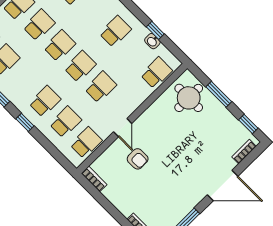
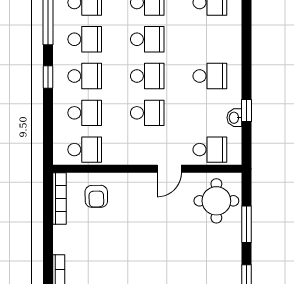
school desk: (24, 81) -> (85, 39), added
door: (123, 128) -> (169, 169), moved
armchair: (138, 159) -> (96, 196), moved
bookcase: (94, 179) -> (60, 199), width x1.56

